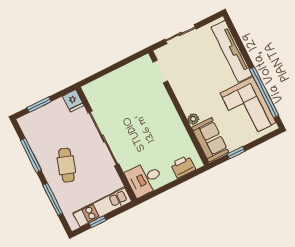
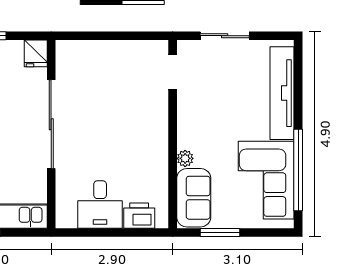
window: (236, 153) -> (220, 232), width x1.50
desk: (144, 179) -> (100, 204), moved, turned -90

